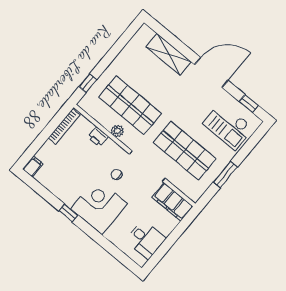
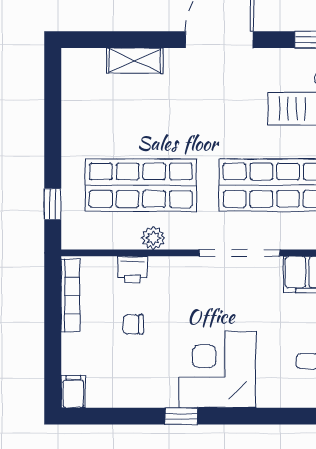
shelving: (168, 54) -> (135, 61), width x0.67, depth x0.75
chair: (117, 175) -> (133, 324), moved

